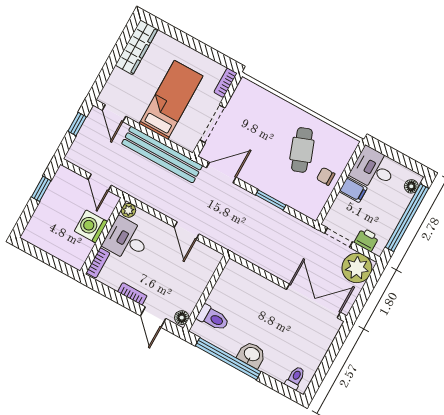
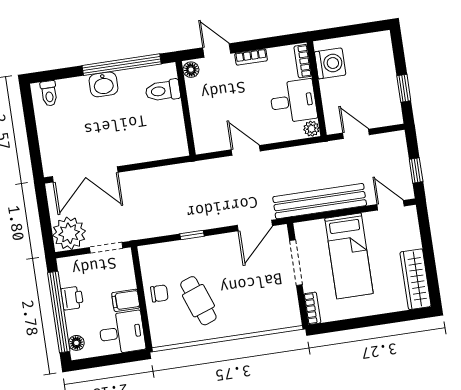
window: (271, 200) -> (192, 235), width x0.67
washing machine: (91, 226) -> (330, 63), moved
printer: (367, 240) -> (72, 298), moved, turned -90

